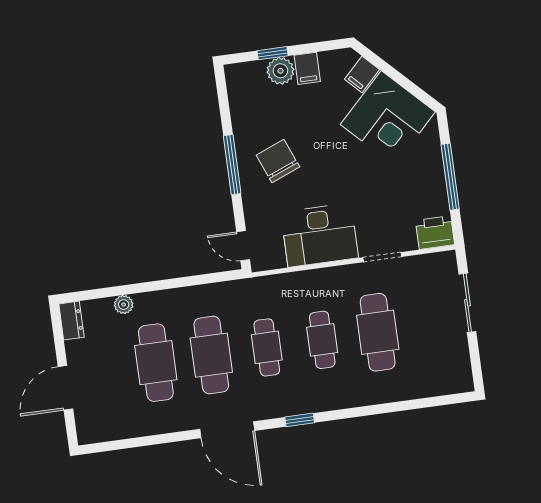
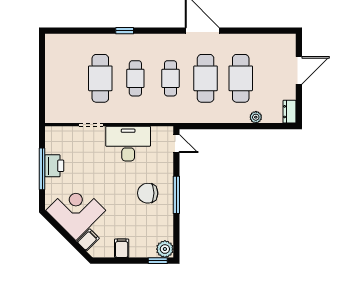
window: (273, 53) -> (158, 261), moved
plant: (280, 71) -> (165, 249), moved
chair: (278, 161) -> (148, 193), turned 112
printer: (435, 233) -> (54, 166), moved, turned -90
sliding door: (467, 303) -> (42, 89), removed
window: (300, 420) -> (125, 31), moved

